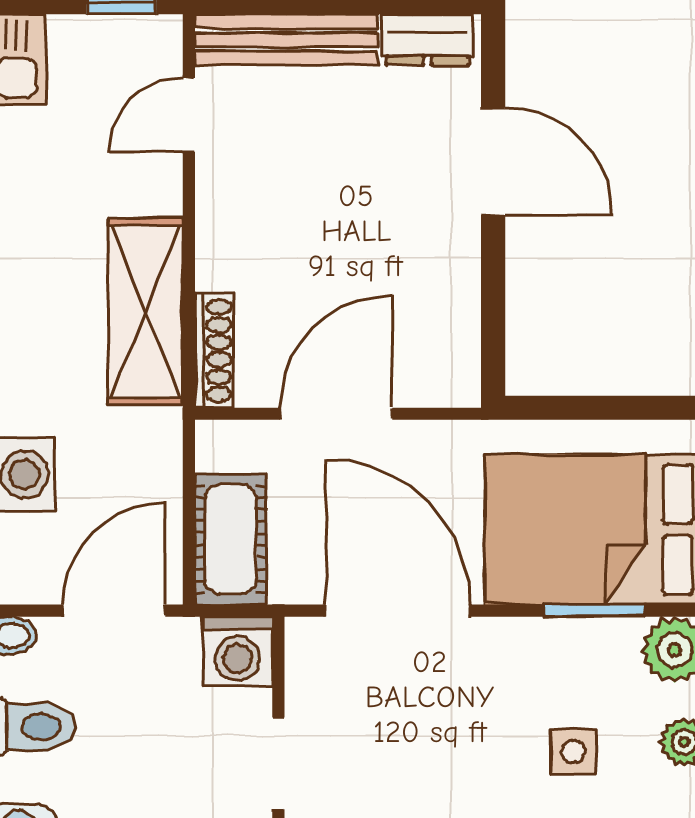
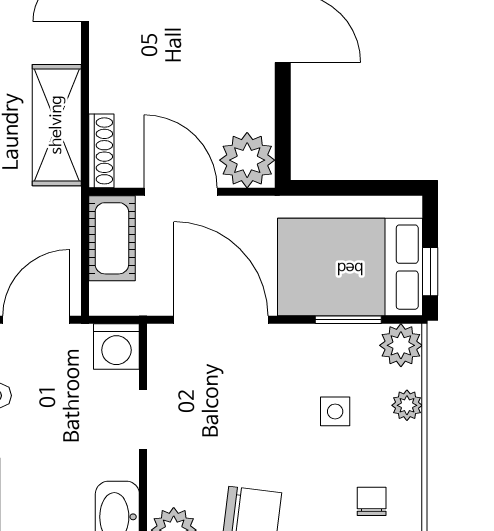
plant: (438, 365) -> (247, 160), added
door: (336, 414) -> (181, 192), hinge flipped
cot: (230, 539) -> (112, 238), moved

